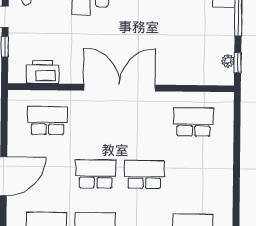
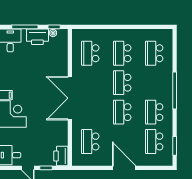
printer: (222, 35) -> (37, 37), added
printer: (43, 72) -> (61, 156), moved
school desk: (193, 175) -> (122, 53), added

